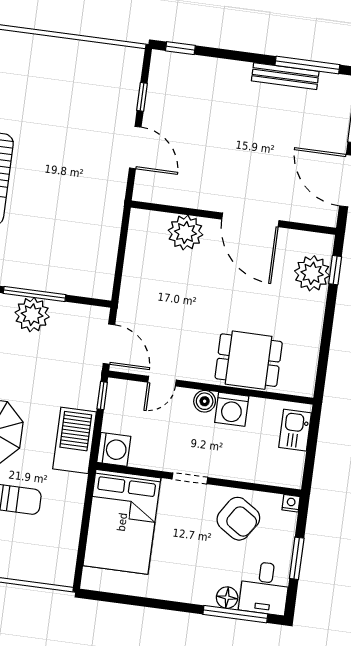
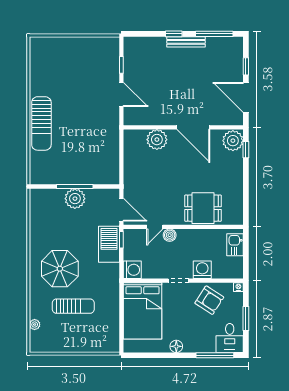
window: (180, 48) -> (174, 34), moved
bench: (285, 76) -> (186, 42), moved
plant: (312, 273) -> (233, 141), moved
boiler: (205, 401) -> (170, 235), moved
washing machine: (232, 409) -> (202, 270), moved, turned 180
barbecue: (75, 440) -> (109, 244), moved
floor lamp: (227, 598) -> (176, 346), moved

